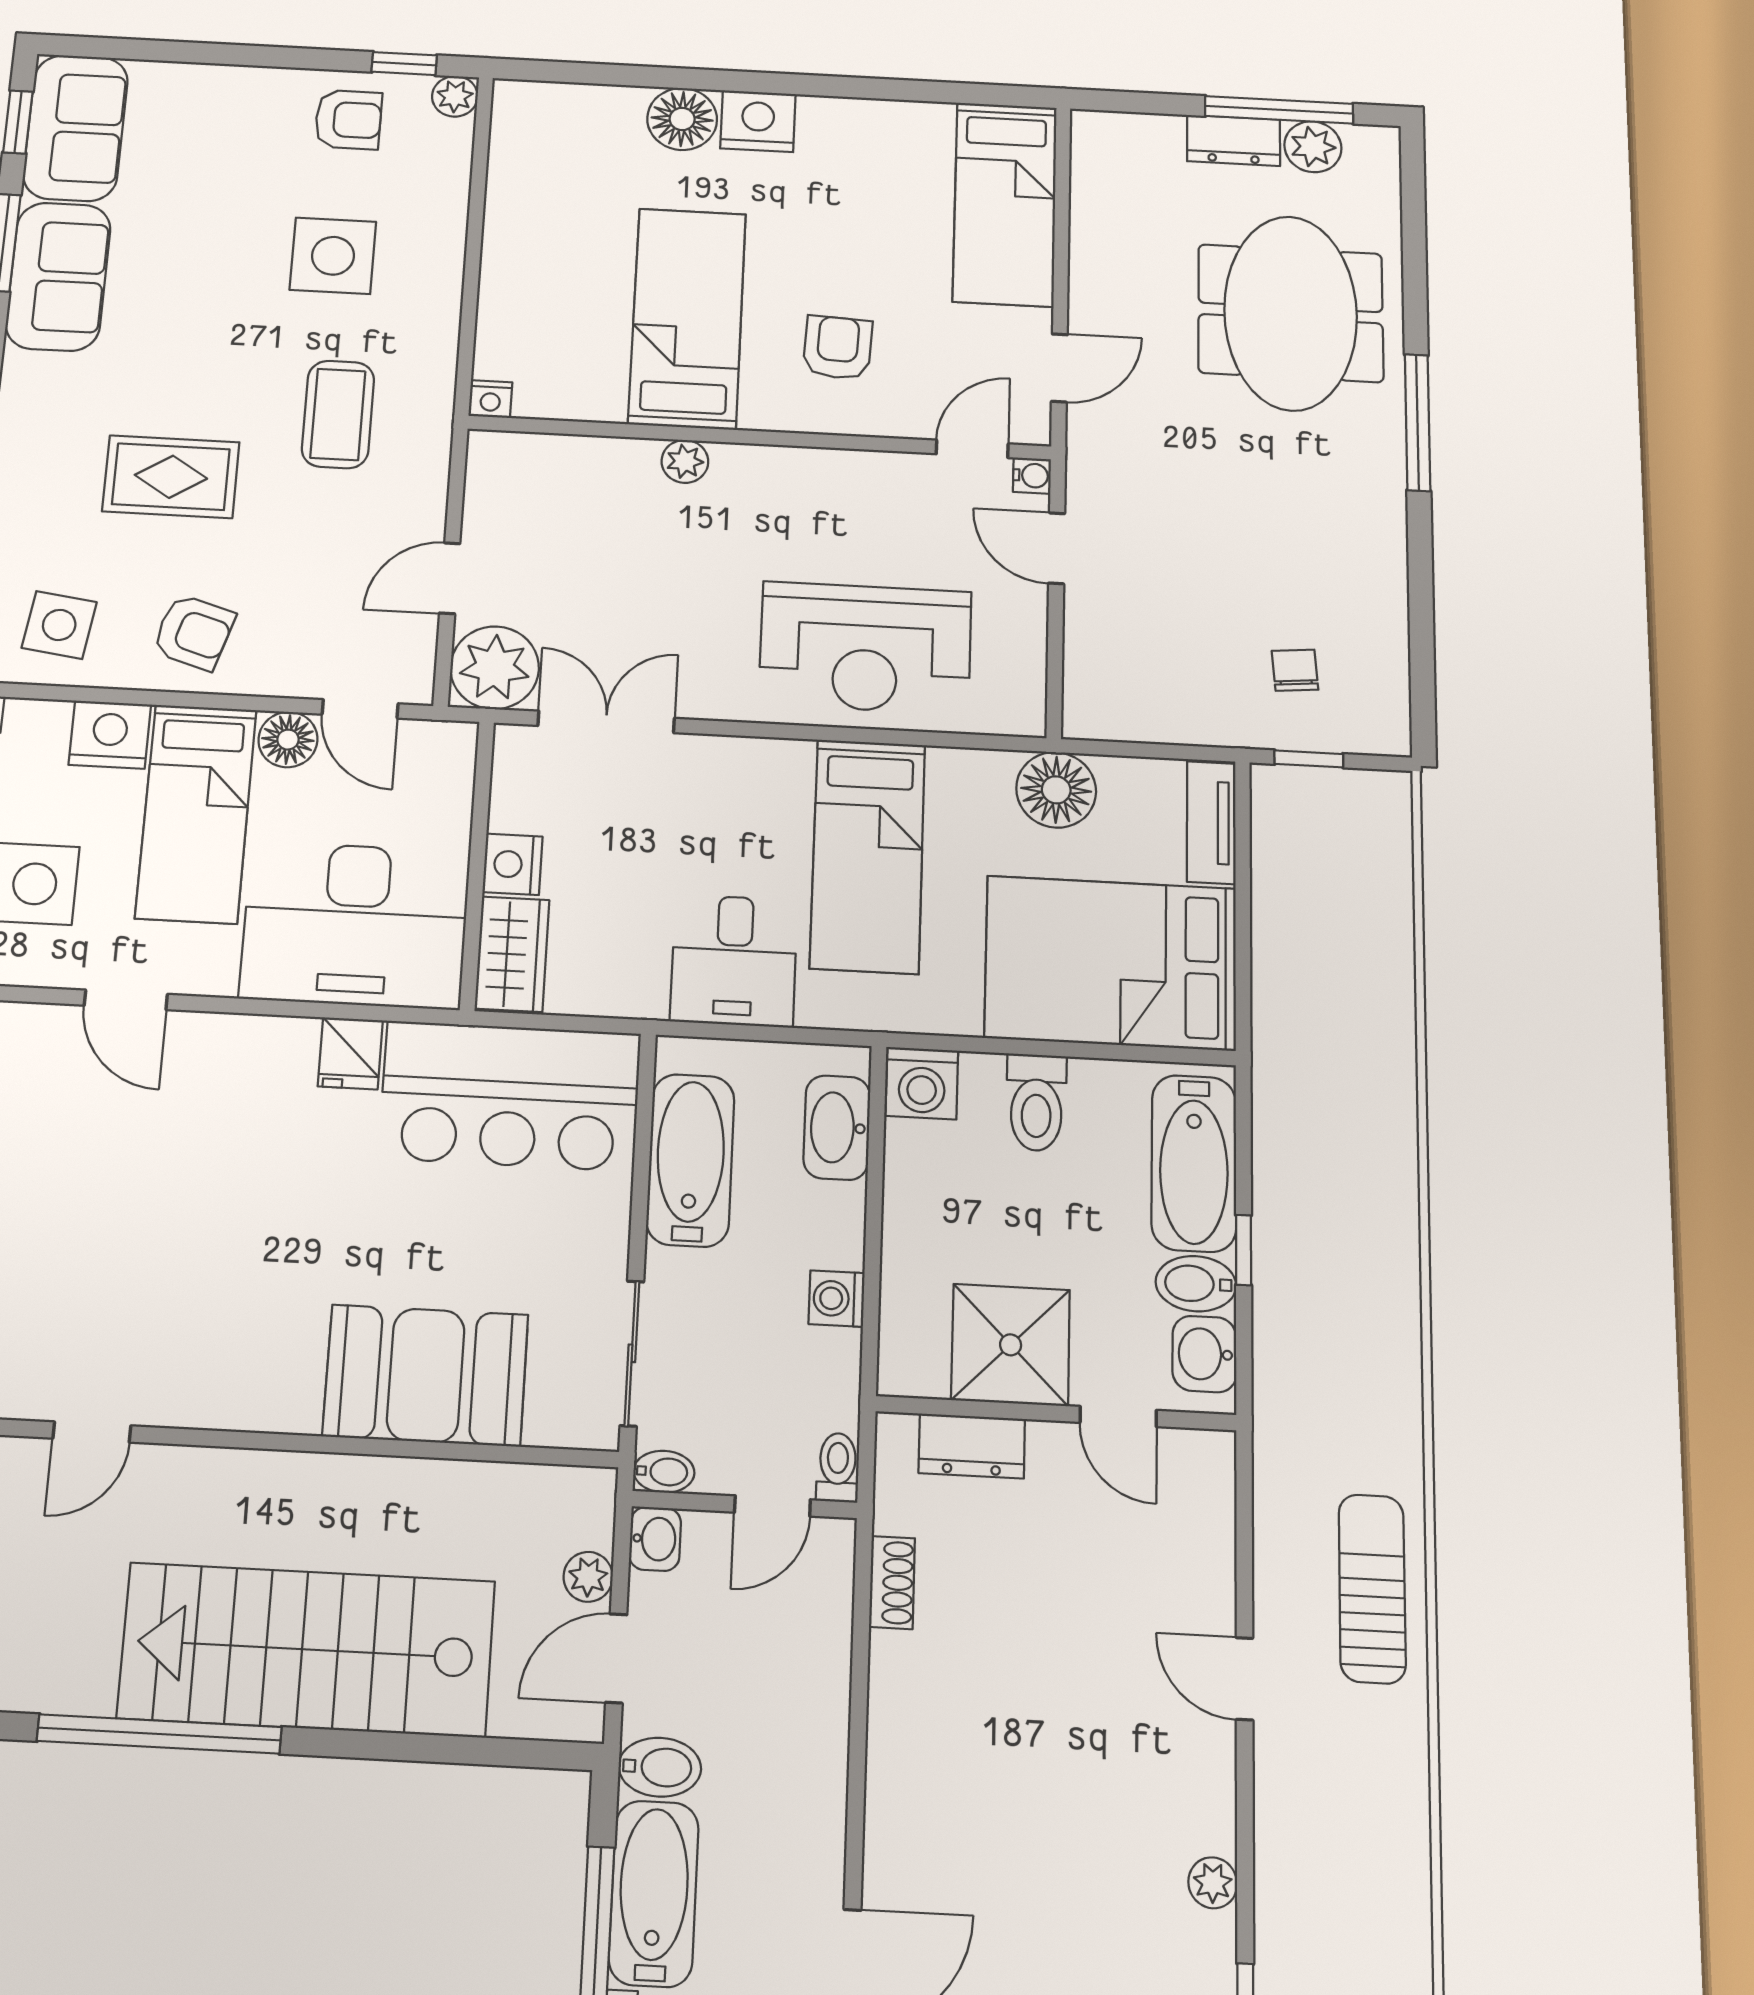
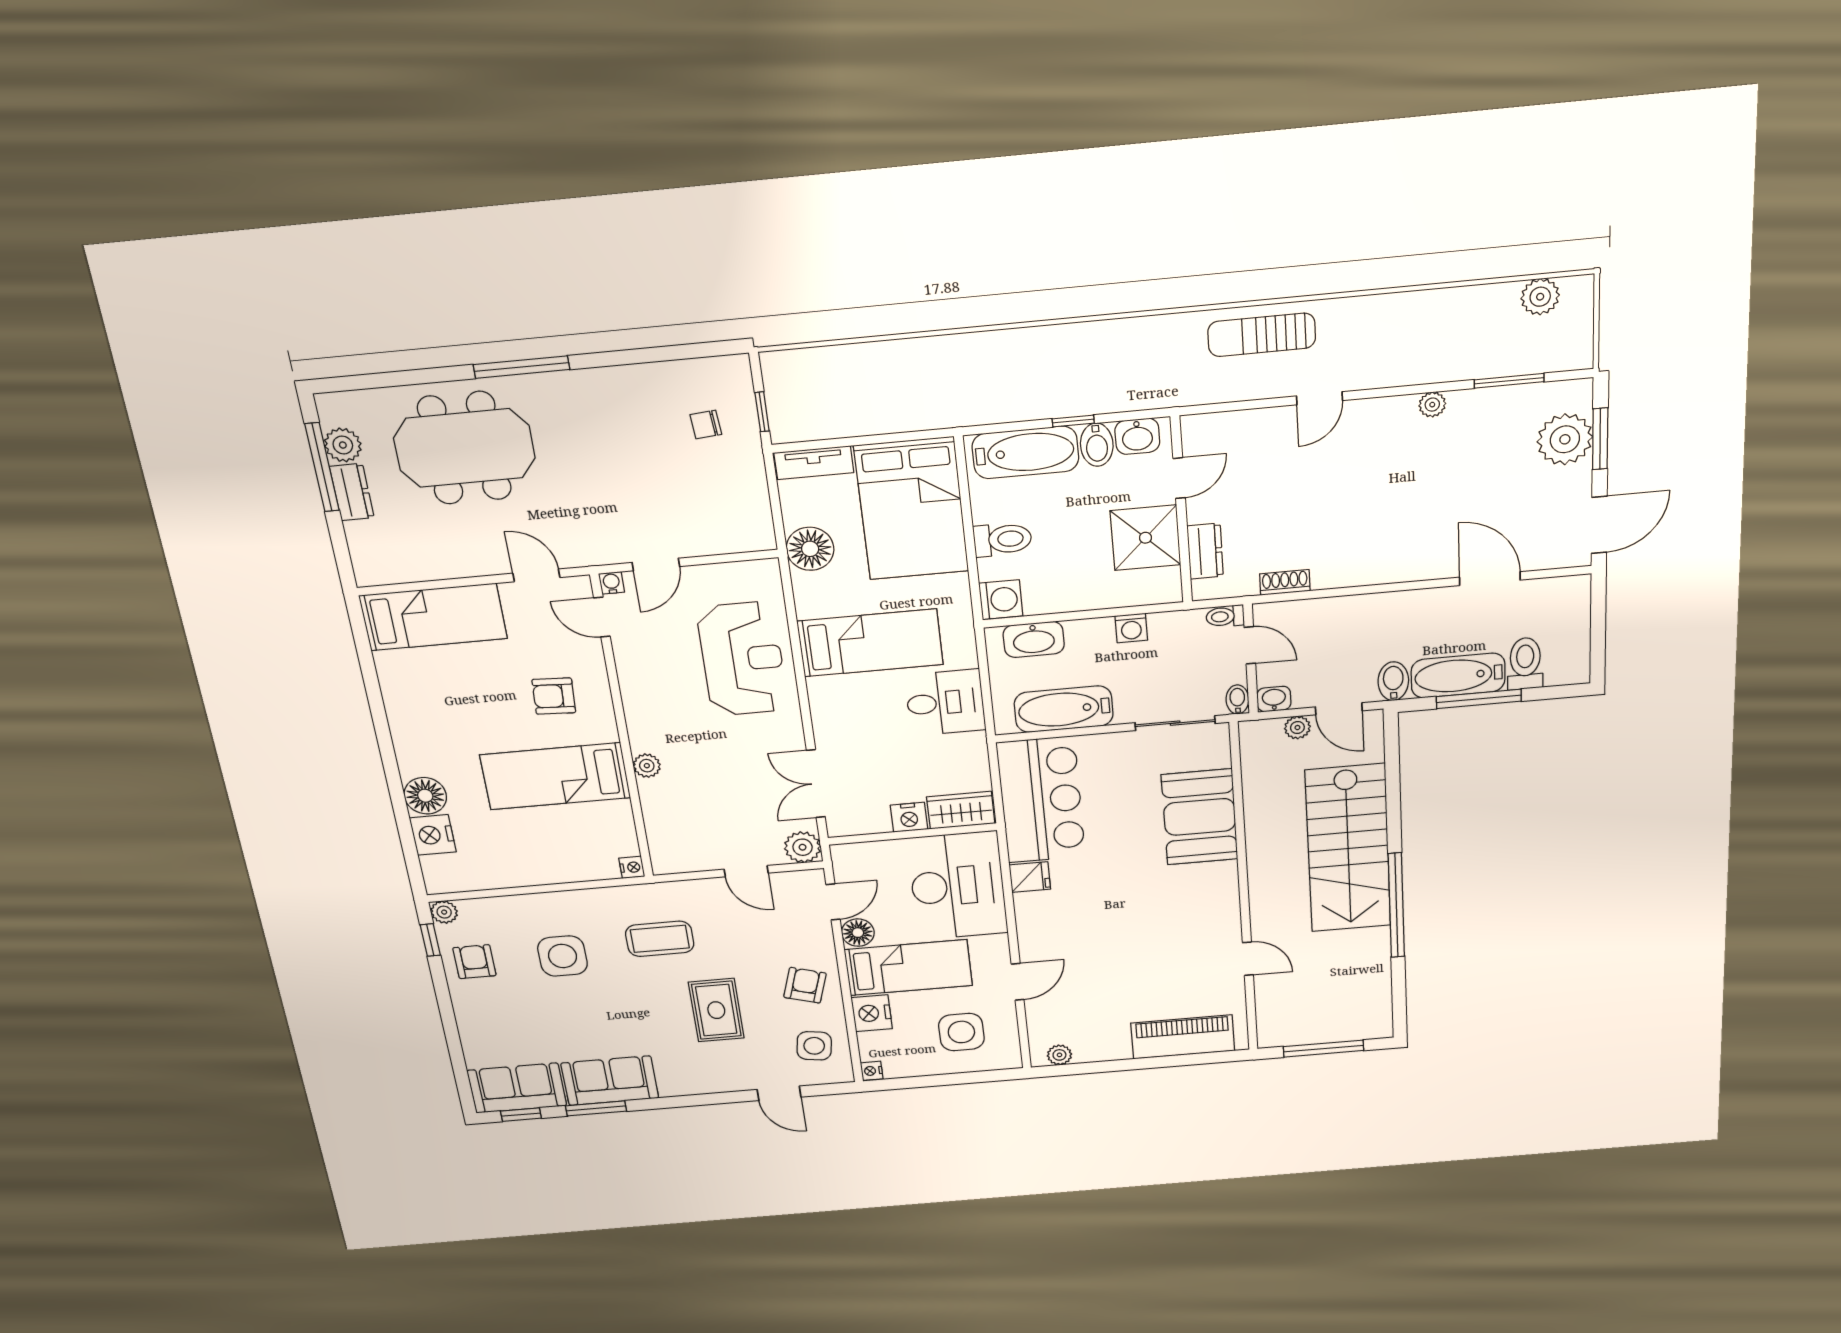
nightstand: (758, 121) -> (433, 835), moved
plant: (495, 668) -> (803, 847), width x0.73, depth x0.73

